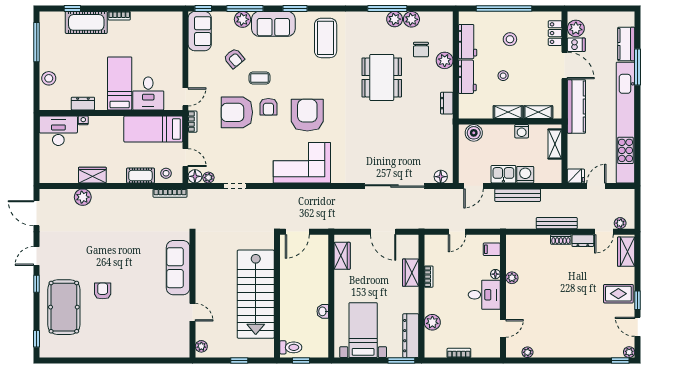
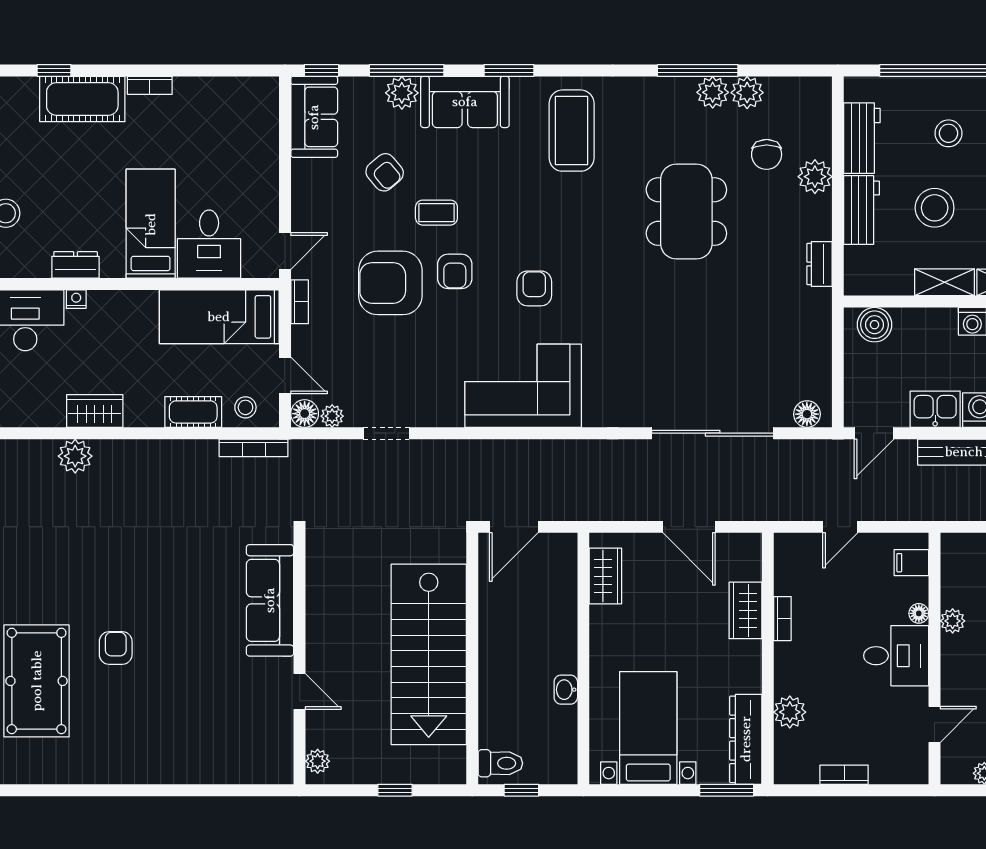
stool: (503, 76) -> (935, 208), width x1.89, depth x1.89
armchair: (307, 115) -> (534, 288), width x0.53, depth x0.53

